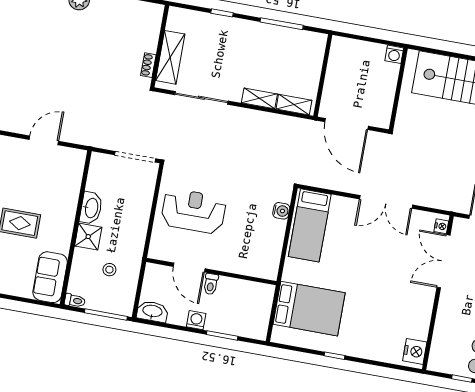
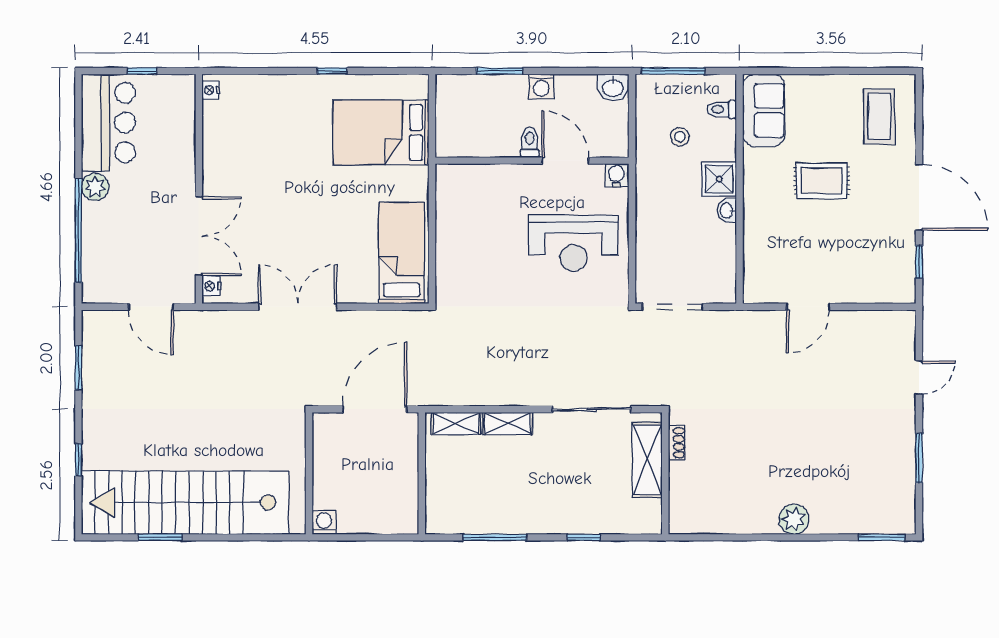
door: (347, 124) -> (375, 409), hinge flipped
washbasin: (91, 208) -> (727, 210), width x0.52, depth x0.69
water cooler: (281, 211) -> (616, 175), moved, turned 90
toilet: (75, 301) -> (722, 109), moved
washbasin: (152, 311) -> (613, 87), width x0.72
nightstand: (415, 351) -> (210, 90), width x0.53, depth x0.56

